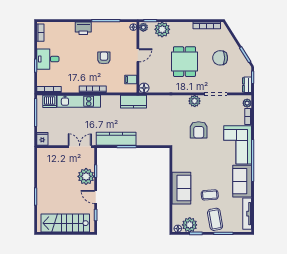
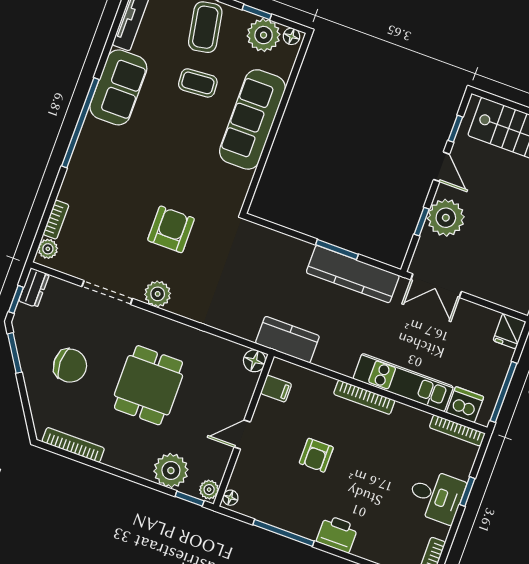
corner sofa: (238, 145) -> (100, 168), removed
sofa: (181, 188) -> (252, 119), width x1.36

